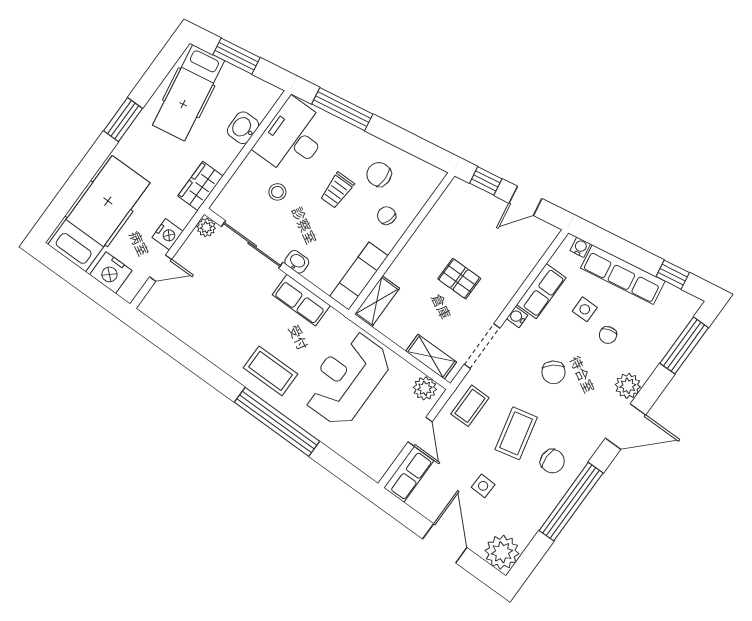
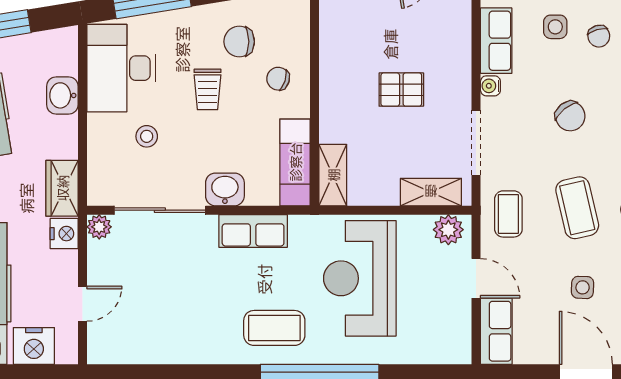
nightstand: (168, 234) -> (64, 234), moved
washbasin: (297, 262) -> (225, 189), width x1.38, depth x1.45

